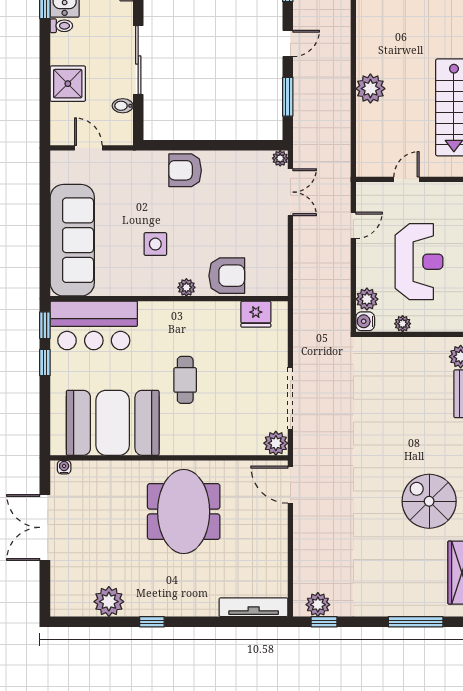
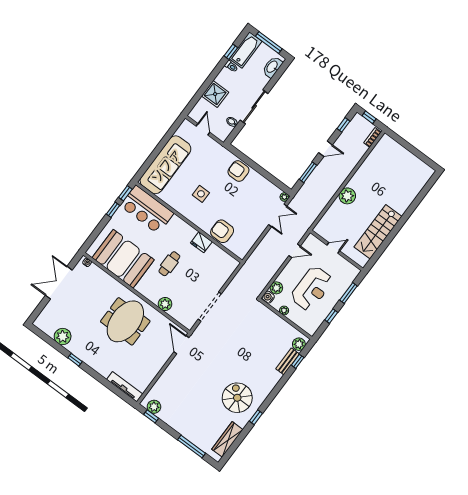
armchair: (227, 276) -> (222, 231), turned 180
plant: (186, 287) -> (200, 223), removed
fridge: (256, 314) -> (201, 242), moved
plant: (276, 443) -> (165, 304), moved

